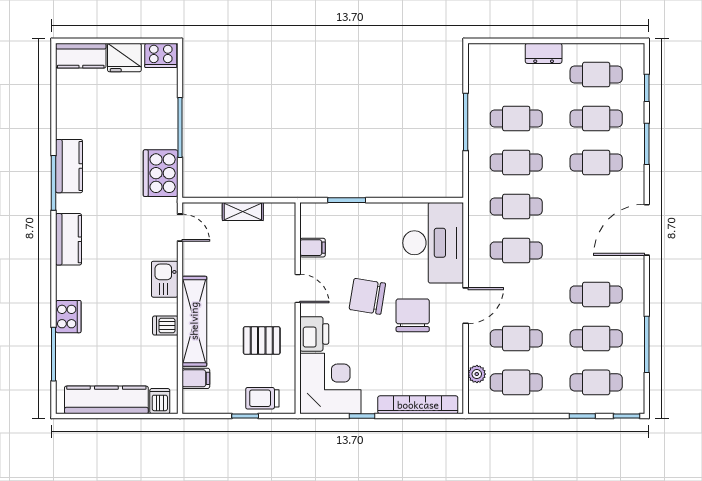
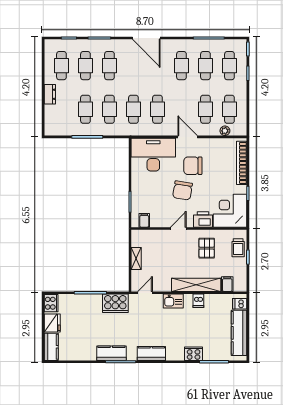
filing cabinet: (313, 248) -> (144, 220), moved

